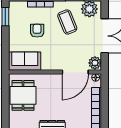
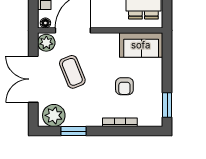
coffee table: (67, 22) -> (72, 72), moved

